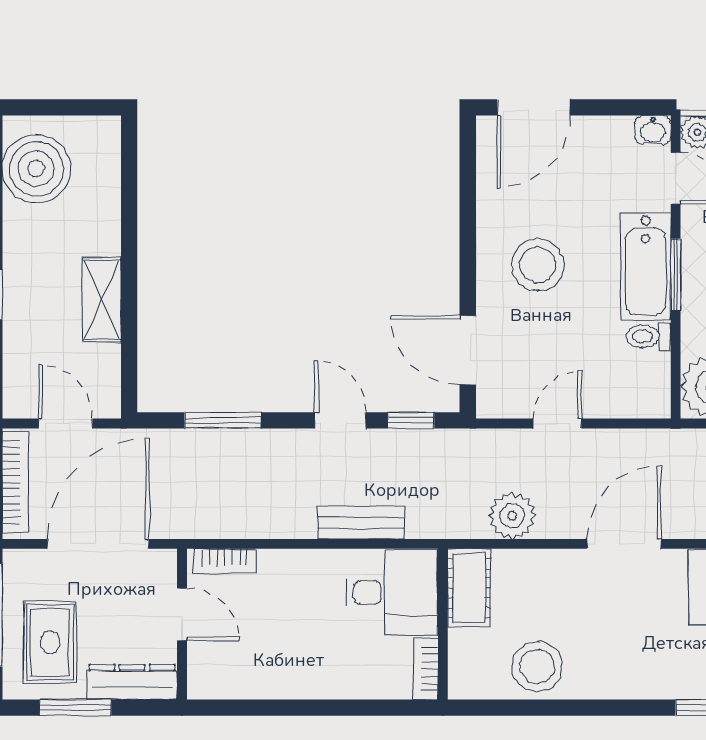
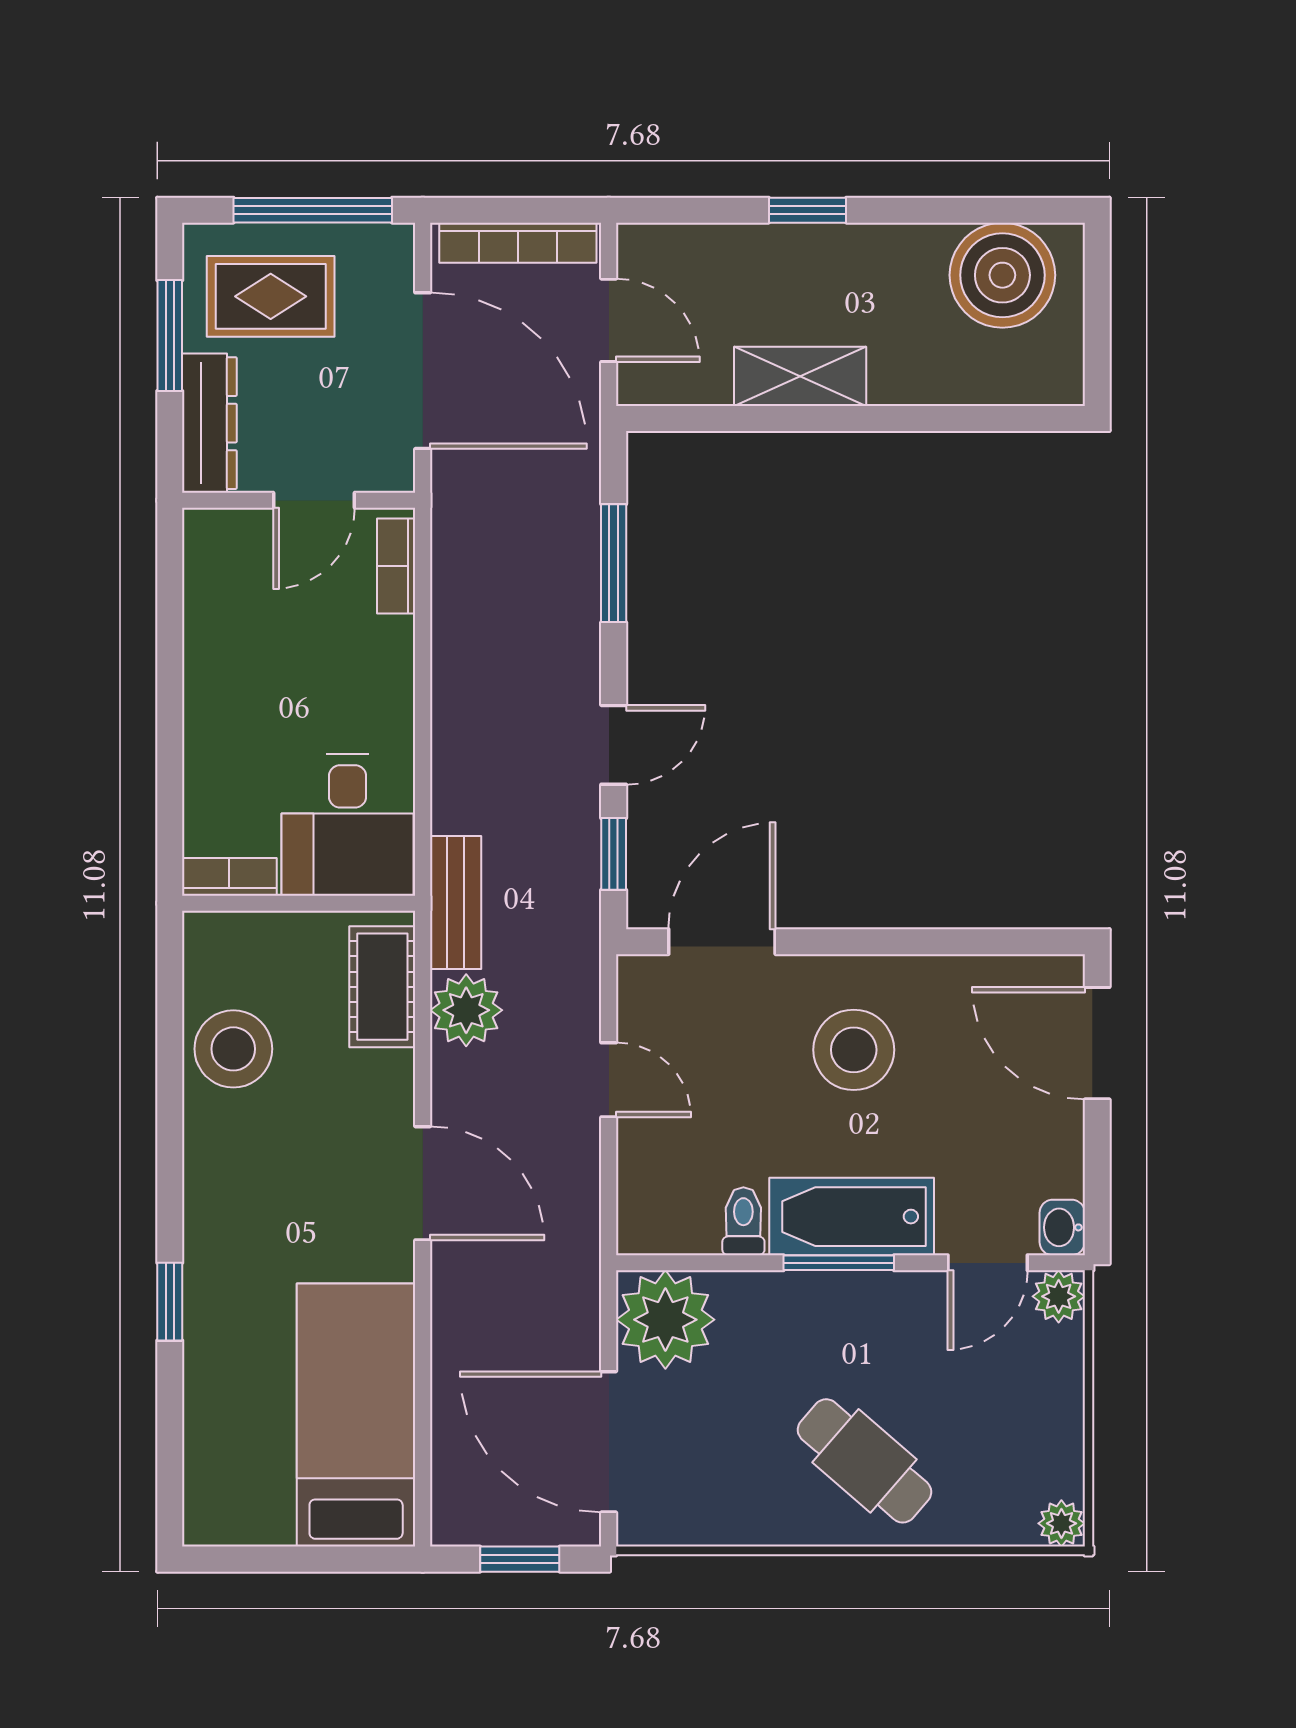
door: (66, 424) -> (609, 320), hinge flipped
bench: (361, 523) -> (456, 903), moved
cot: (469, 588) -> (382, 987), moved, turned 90

